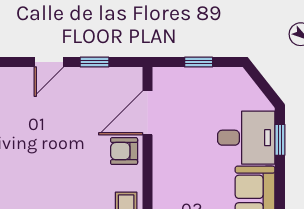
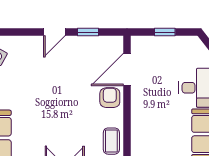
armchair: (124, 151) -> (110, 98), turned 90

